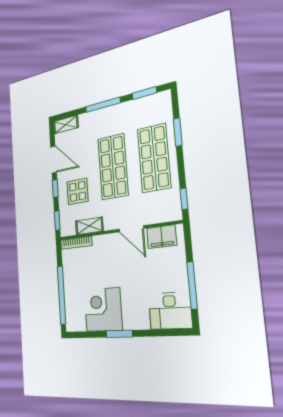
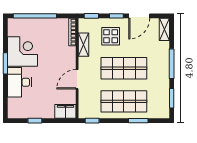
filing cabinet: (162, 237) -> (65, 111), moved, turned 90
window: (192, 285) -> (35, 121), width x0.46
desk: (170, 311) -> (19, 82), moved

